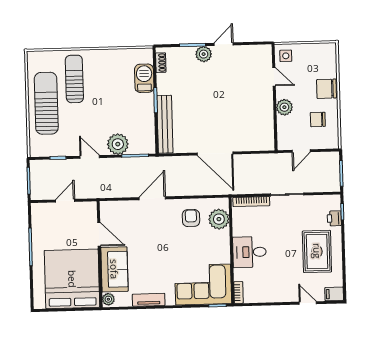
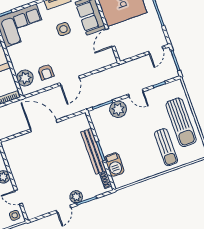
bench: (165, 124) -> (94, 151), moved
door: (152, 198) -> (70, 81), moved
door: (65, 201) -> (156, 50), moved
door: (99, 234) -> (110, 38), hinge flipped
side table: (153, 263) -> (63, 29), added

